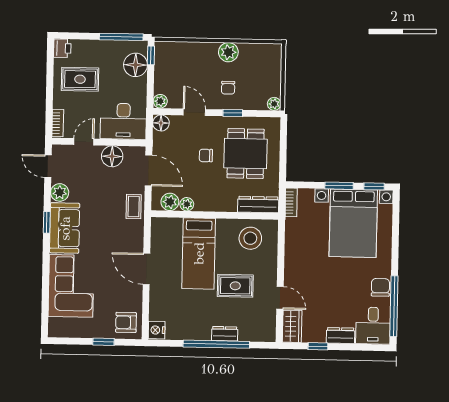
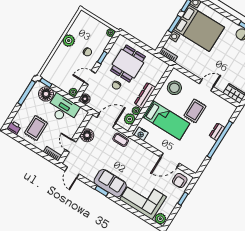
desk: (123, 121) -> (63, 109), moved, turned -90
dining table: (246, 154) -> (128, 64), turned 90
door: (48, 166) -> (72, 173), hinge flipped
plant: (60, 192) -> (160, 219), moved
dresser: (258, 205) -> (145, 95), moved
door: (146, 269) -> (170, 160), moved
door: (280, 298) -> (206, 85), moved
nightstand: (157, 330) -> (141, 134), moved

